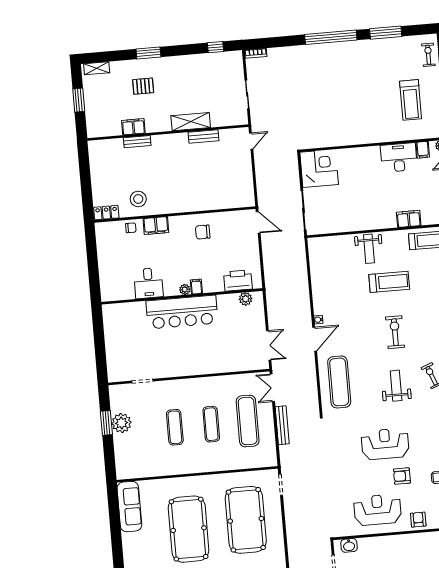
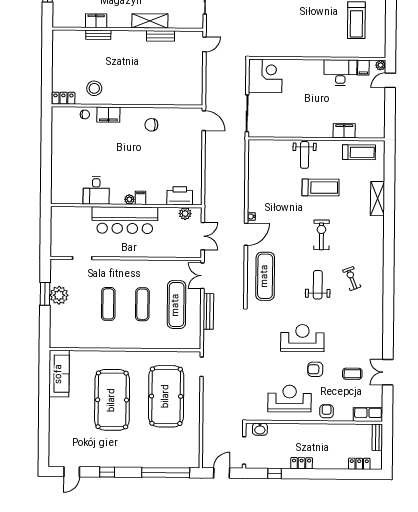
printer: (238, 281) -> (180, 196), moved
desk: (148, 283) -> (96, 190), moved
filing cabinet: (196, 287) -> (140, 198), moved
plant: (185, 289) -> (129, 199), moved
wall: (182, 296) -> (126, 206), moved
plant: (246, 299) -> (185, 214), moved
bar counter: (182, 312) -> (125, 220), moved

